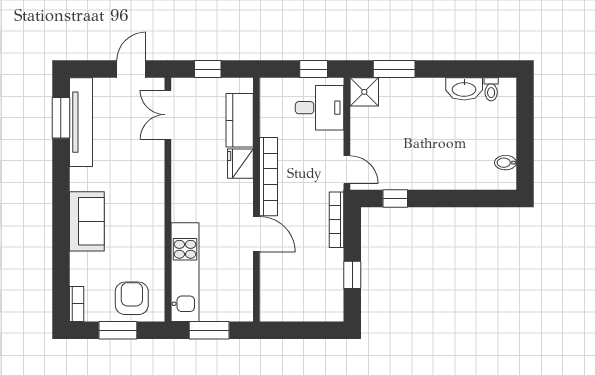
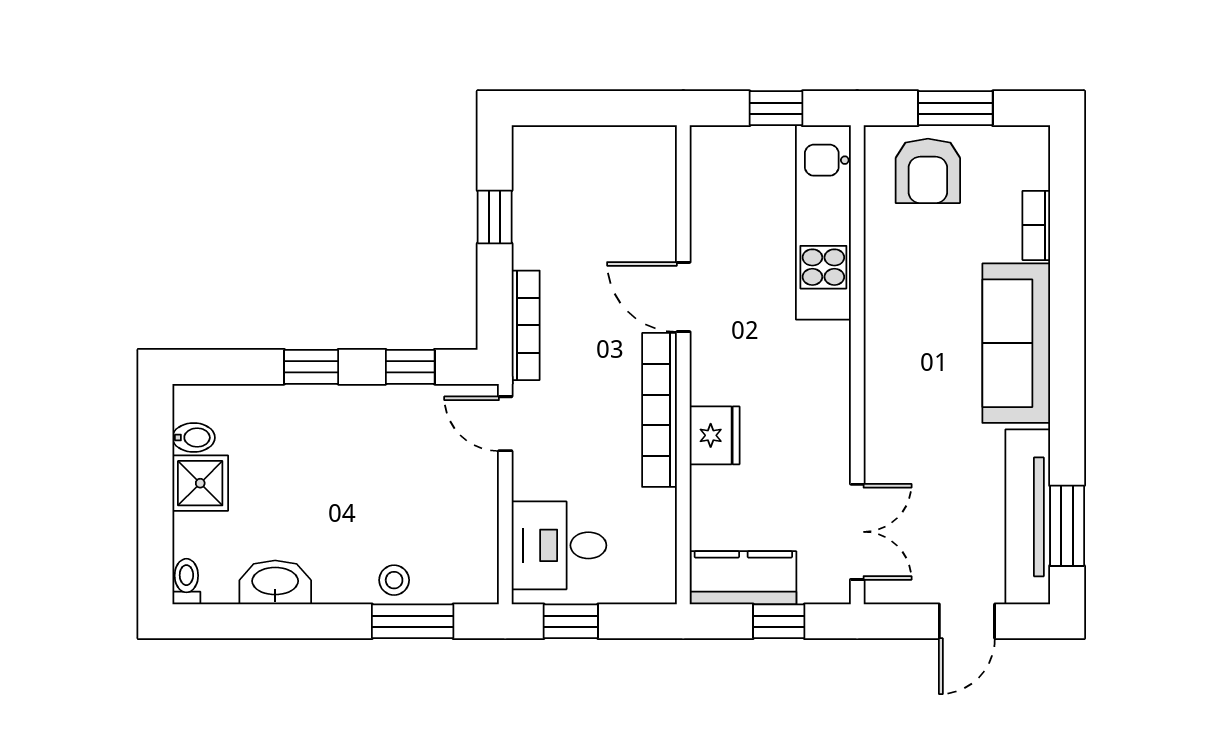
door: (131, 69) -> (967, 621), moved
toilet: (491, 89) -> (186, 581), moved
stool: (403, 90) -> (394, 580), added
shower: (364, 92) -> (200, 483), moved
kitchen counter: (240, 120) -> (743, 578), moved, turned -90
window: (446, 199) -> (311, 367), added
sofa: (87, 221) -> (1016, 343), width x1.36
bookcase: (77, 304) -> (1036, 225), moved
window: (209, 330) -> (776, 108), width x0.67

